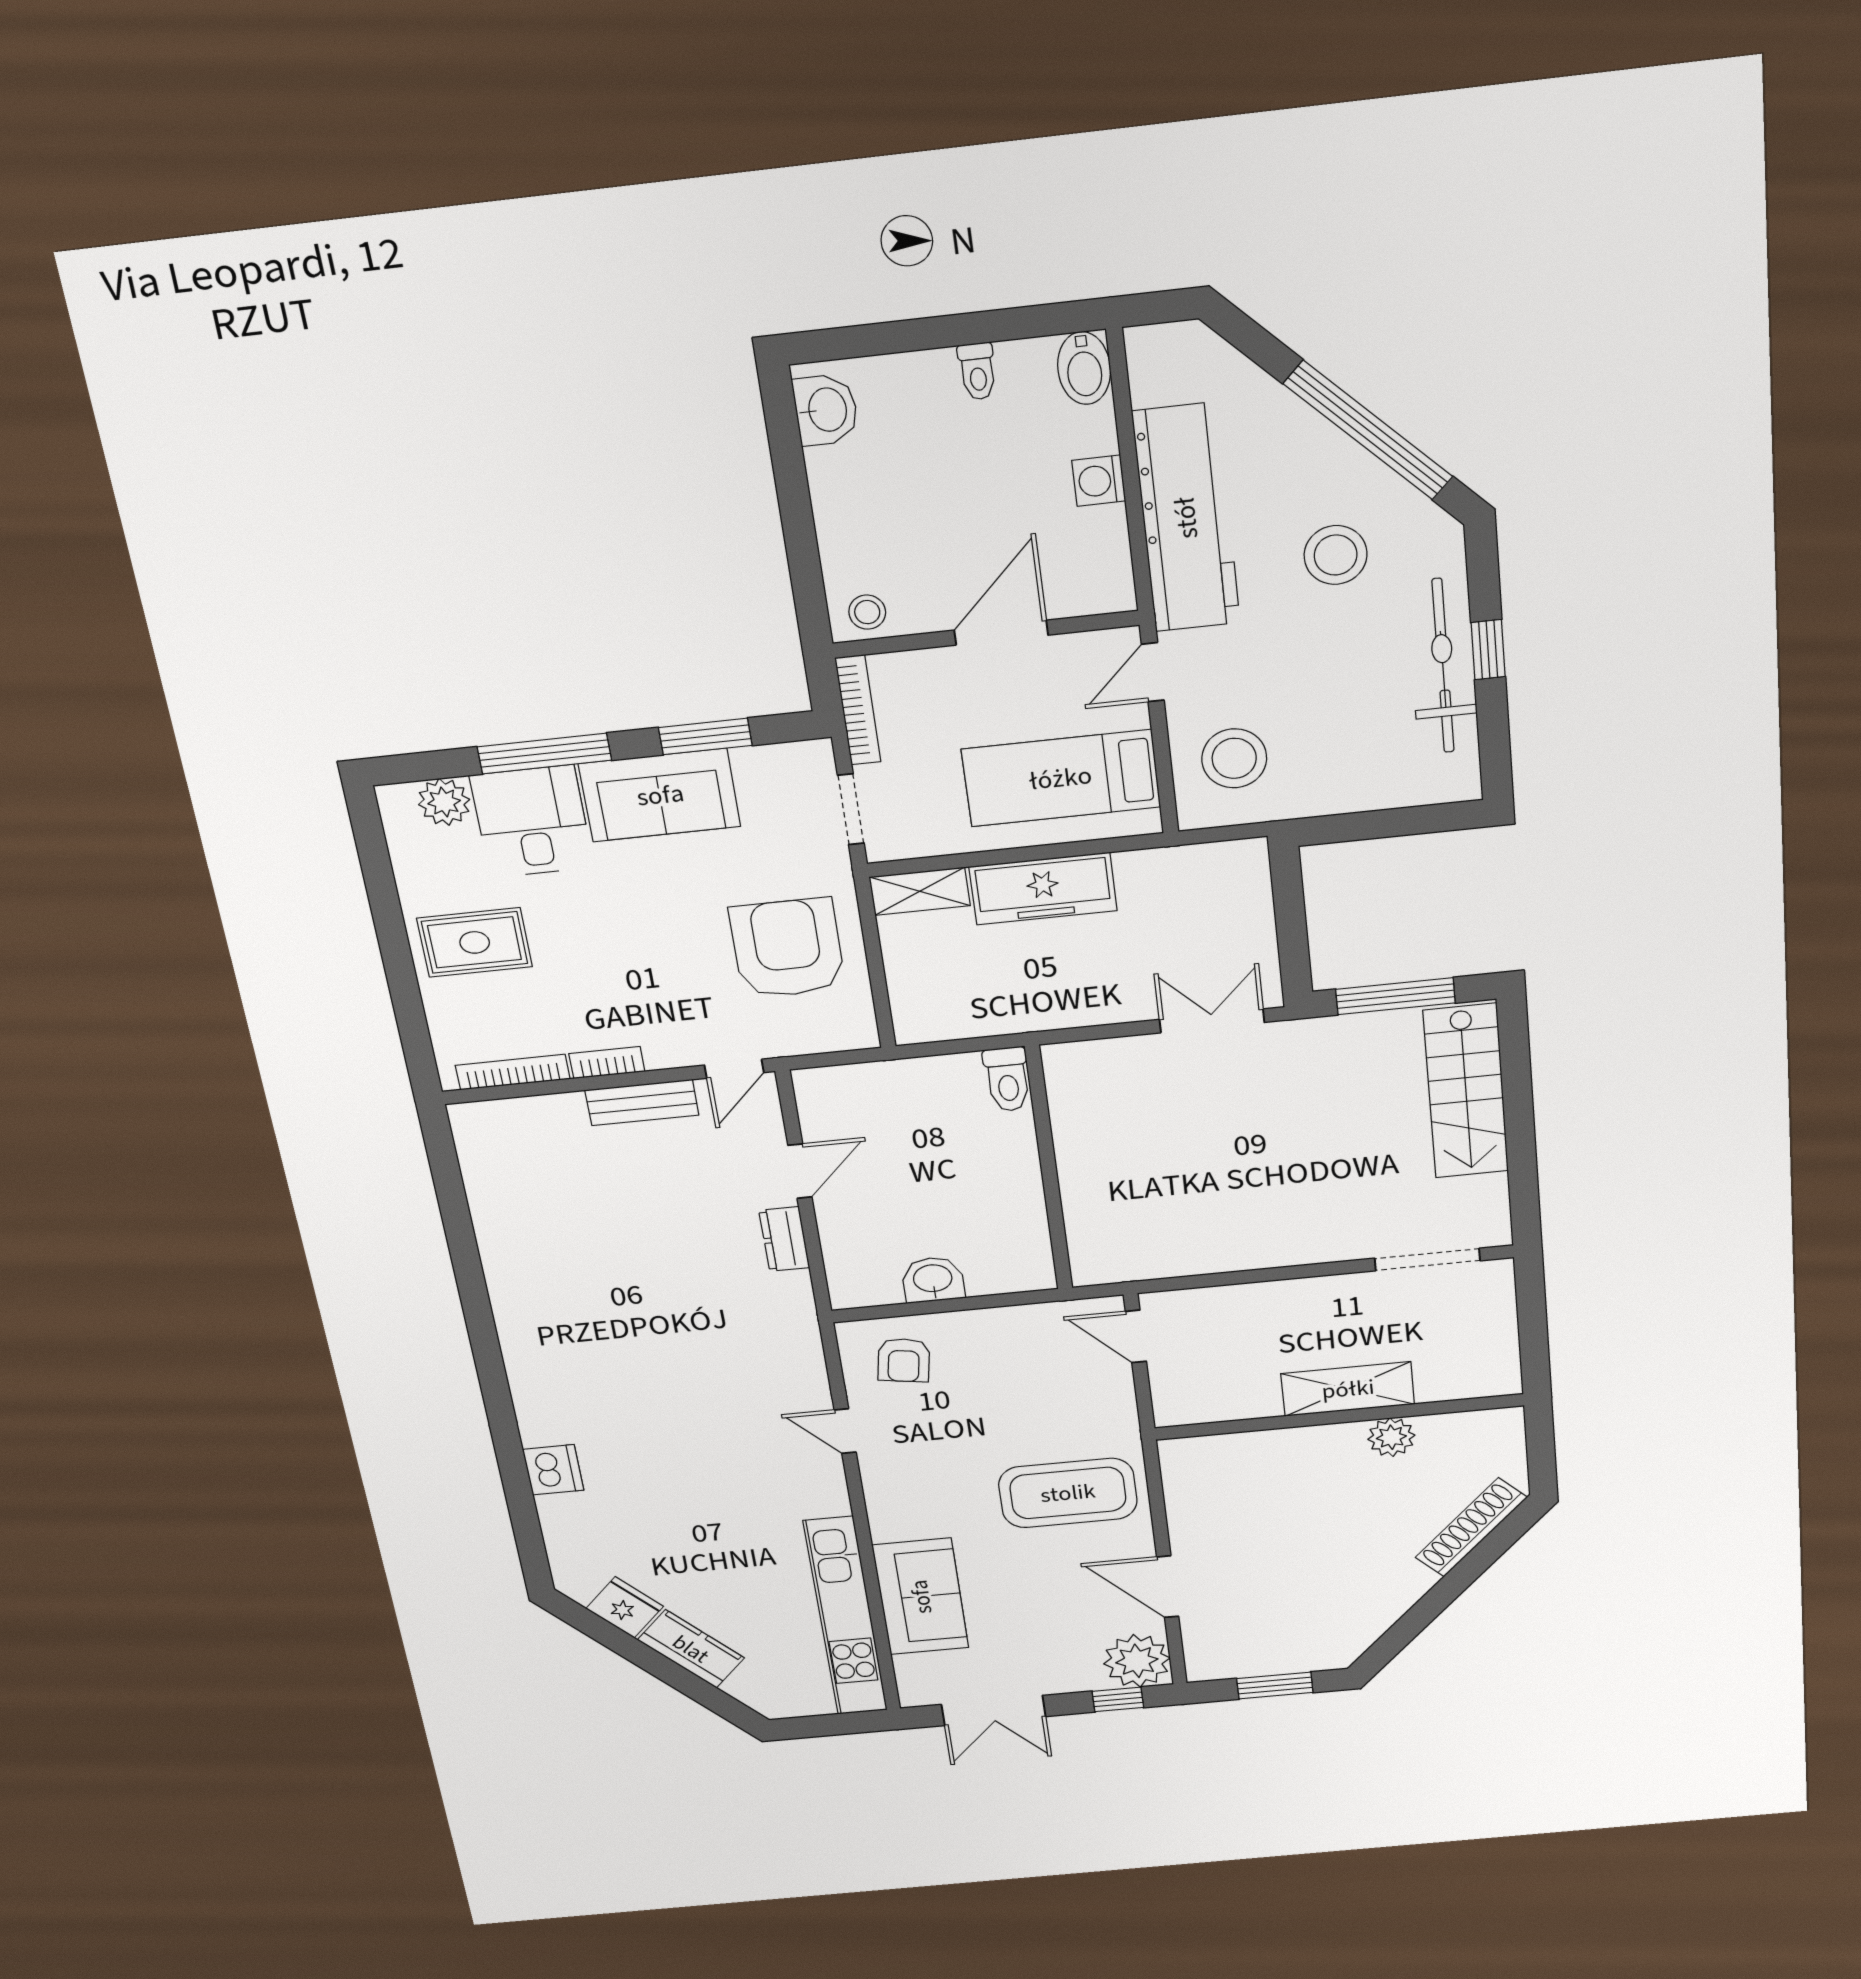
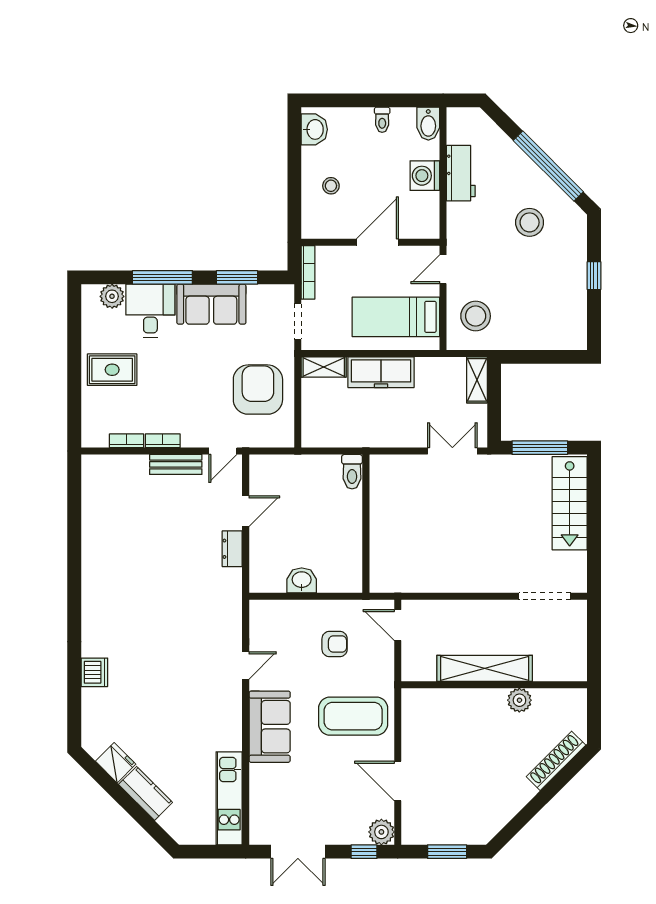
washing machine: (1099, 481) -> (425, 176), width x1.38, depth x1.38
workbench: (1186, 518) -> (461, 173), width x0.53, depth x0.76
stool: (867, 612) -> (331, 186), moved
bicycle: (1443, 666) -> (573, 281), removed
shelving: (1250, 882) -> (477, 380), added
bookcase: (513, 1072) -> (127, 441), width x0.64
armchair: (904, 1360) -> (335, 644), moved, turned -99
shelving: (1348, 1389) -> (485, 668), width x1.47
door: (845, 1431) -> (246, 665), swing flipped
sofa: (921, 1597) -> (270, 727), moved
kitchen unit: (846, 1616) -> (229, 798), width x0.73
plant: (1137, 1661) -> (381, 832), width x0.73, depth x0.73

